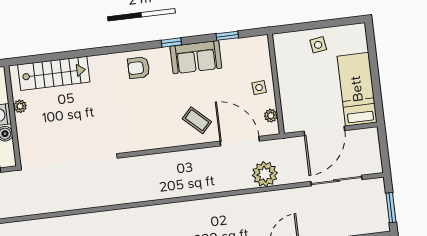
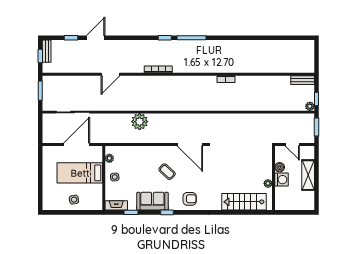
fireplace: (251, 44) -> (116, 205), added
bed: (357, 89) -> (80, 173), moved, turned 90
coffee table: (197, 120) -> (167, 172), moved
door: (240, 141) -> (190, 144), moved
plant: (265, 174) -> (140, 122), moved

